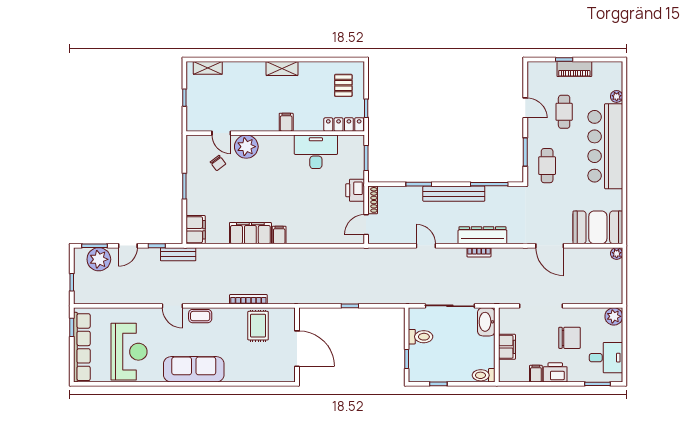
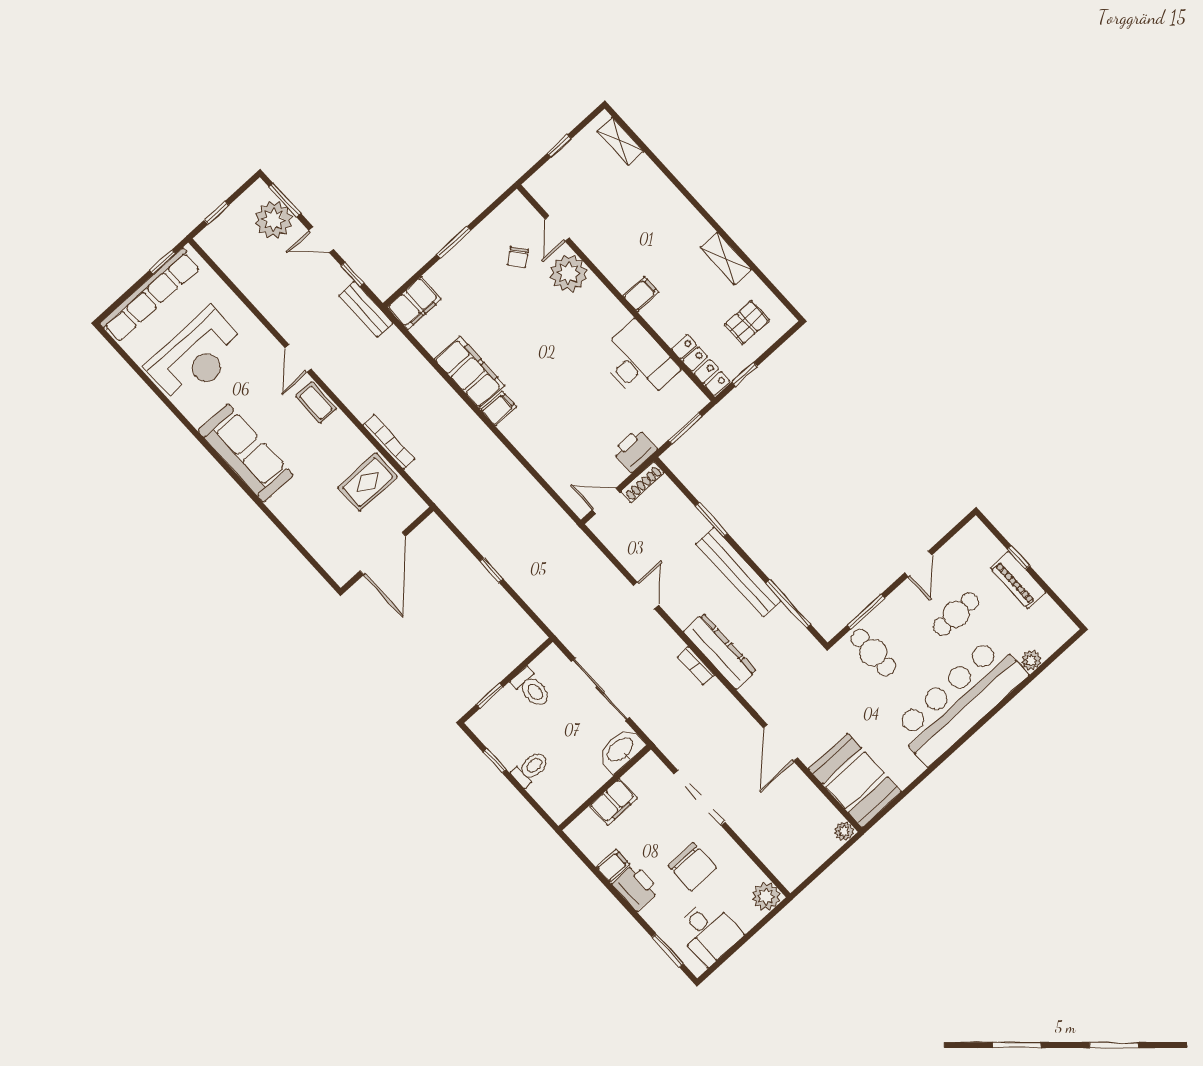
shelving: (282, 68) -> (726, 258), moved
cafe table: (547, 166) -> (873, 653), turned 90
toilet: (484, 375) -> (531, 769), moved, turned 90

